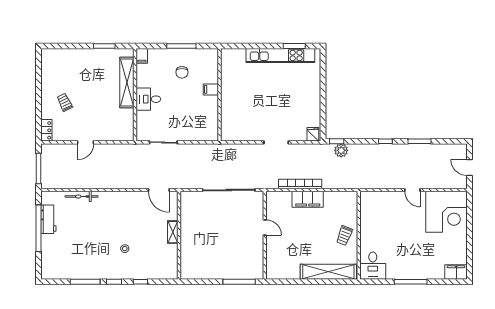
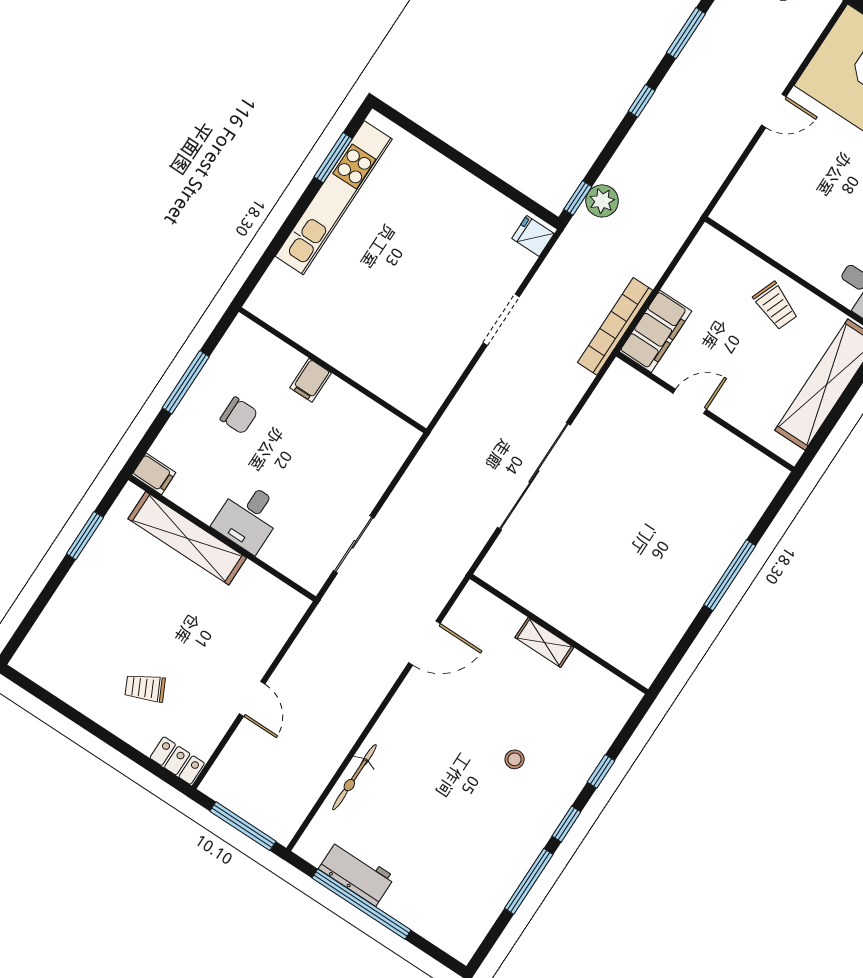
door: (159, 190) -> (424, 643), moved
door: (265, 227) -> (690, 401), moved
wall: (265, 235) -> (705, 412), moved

